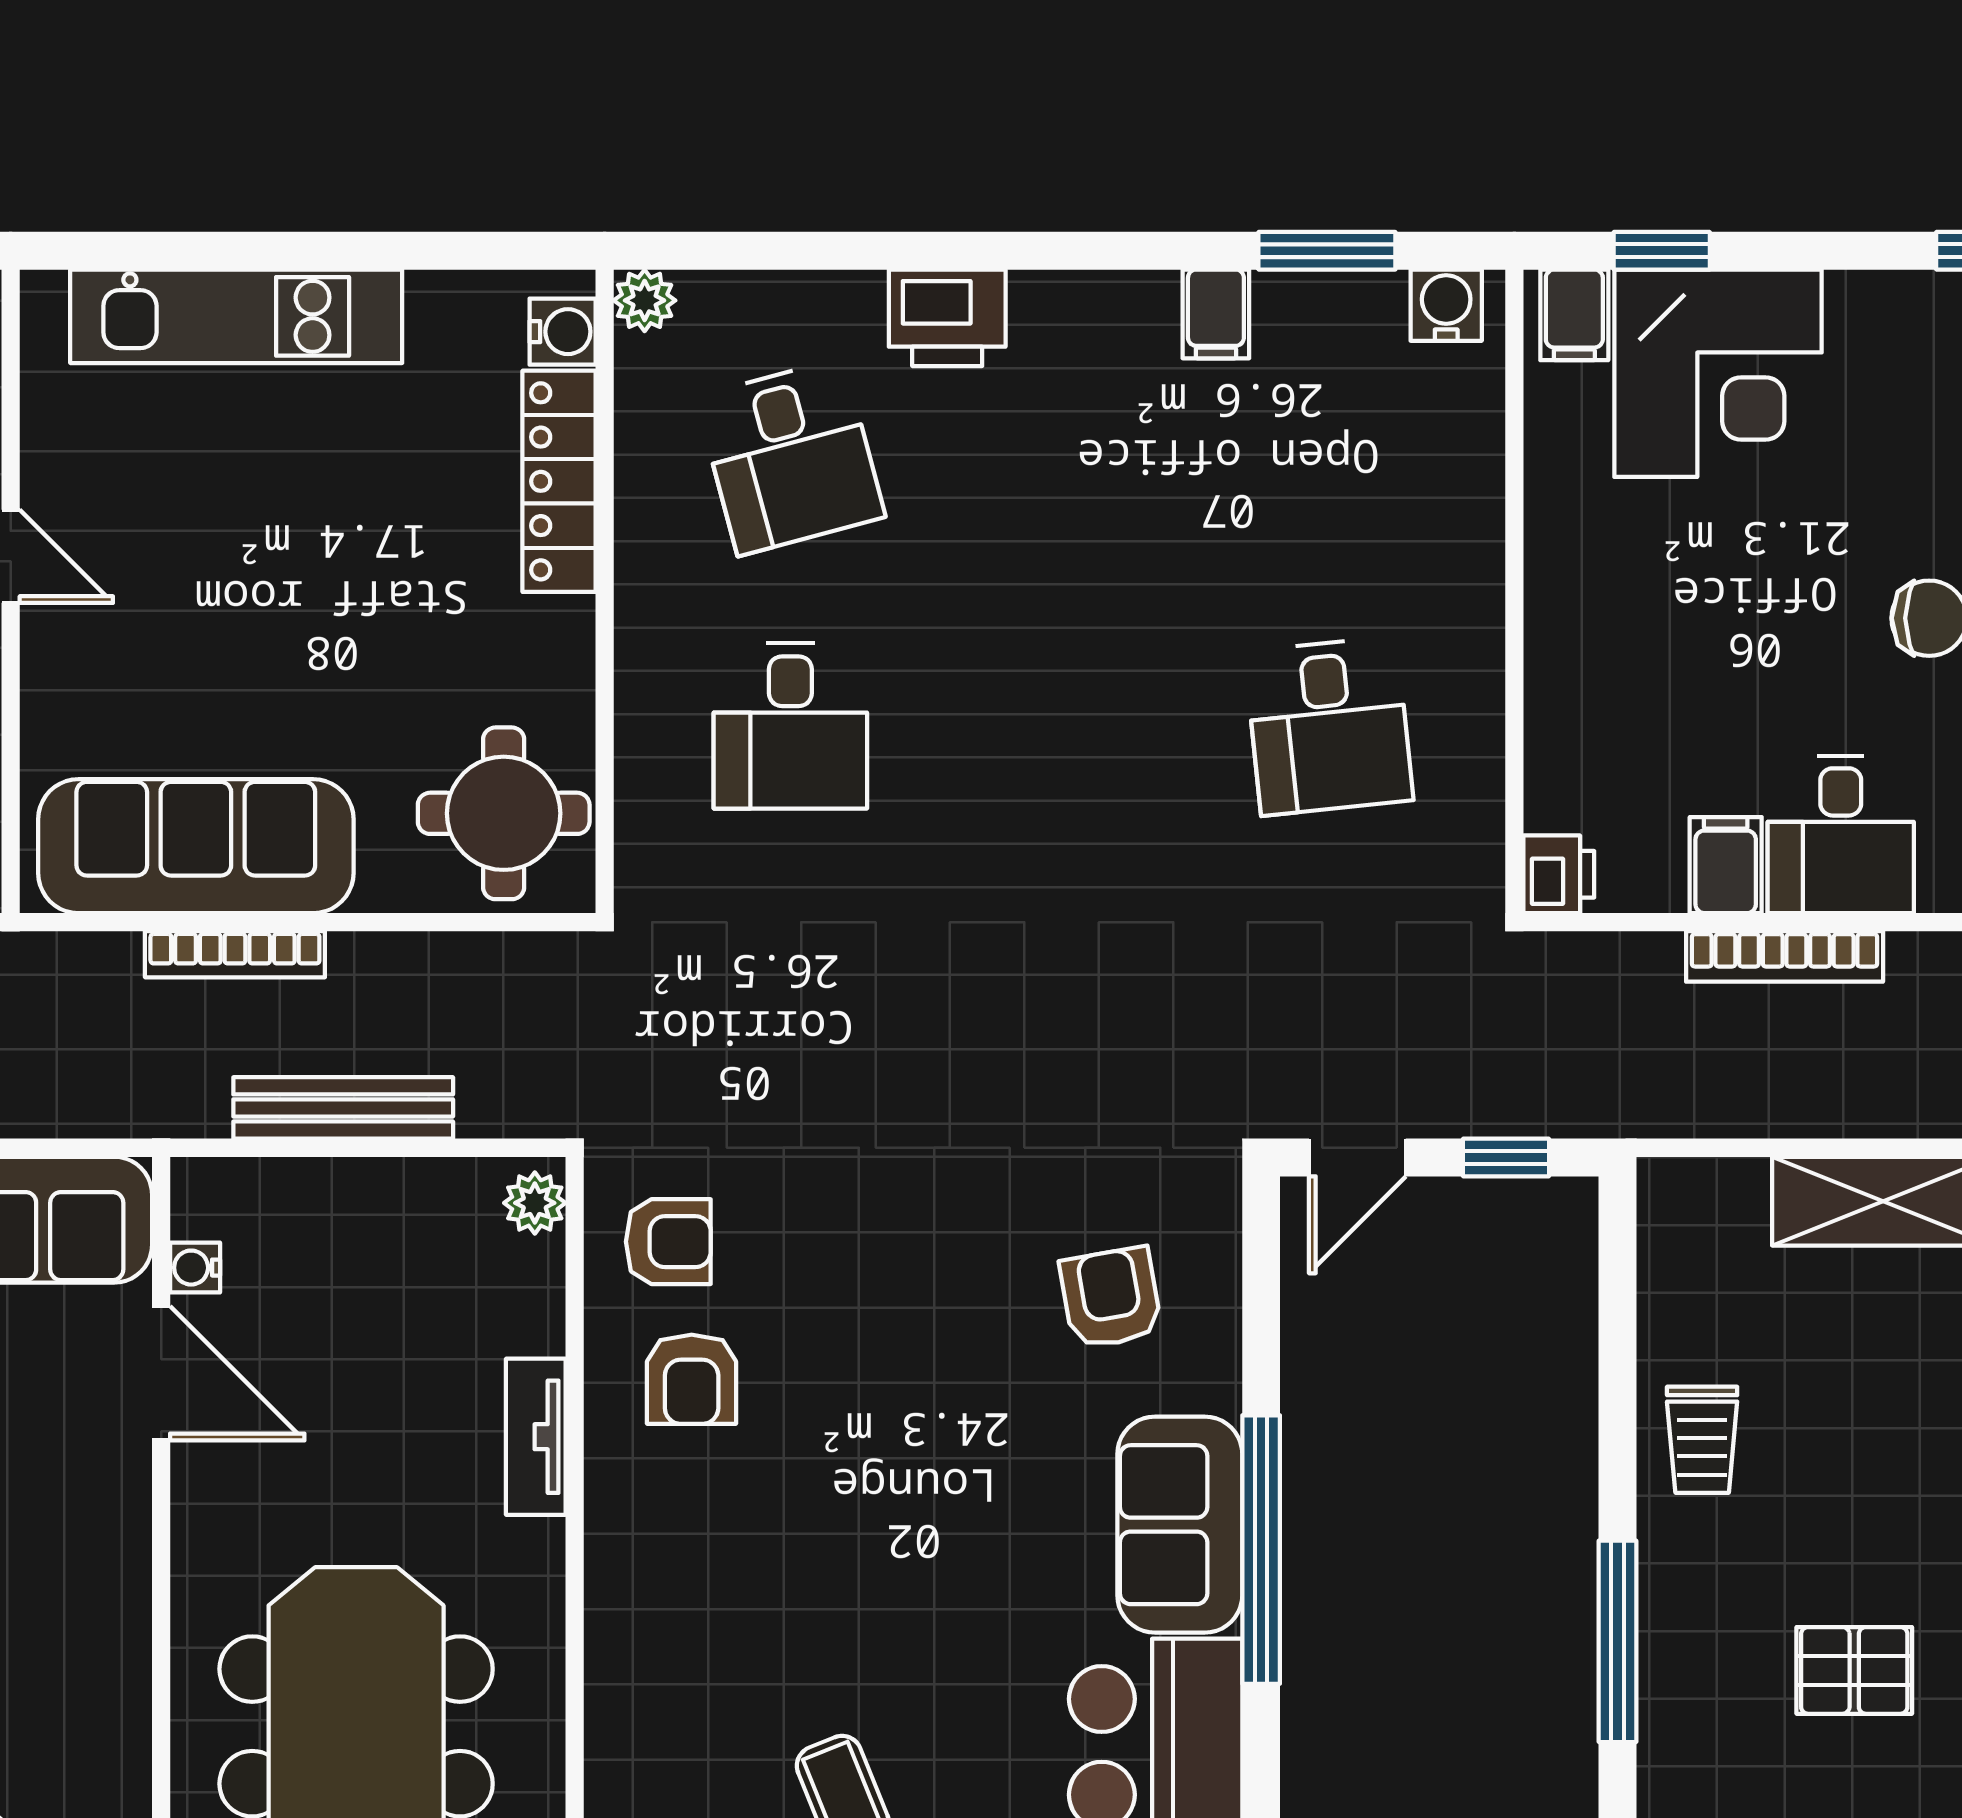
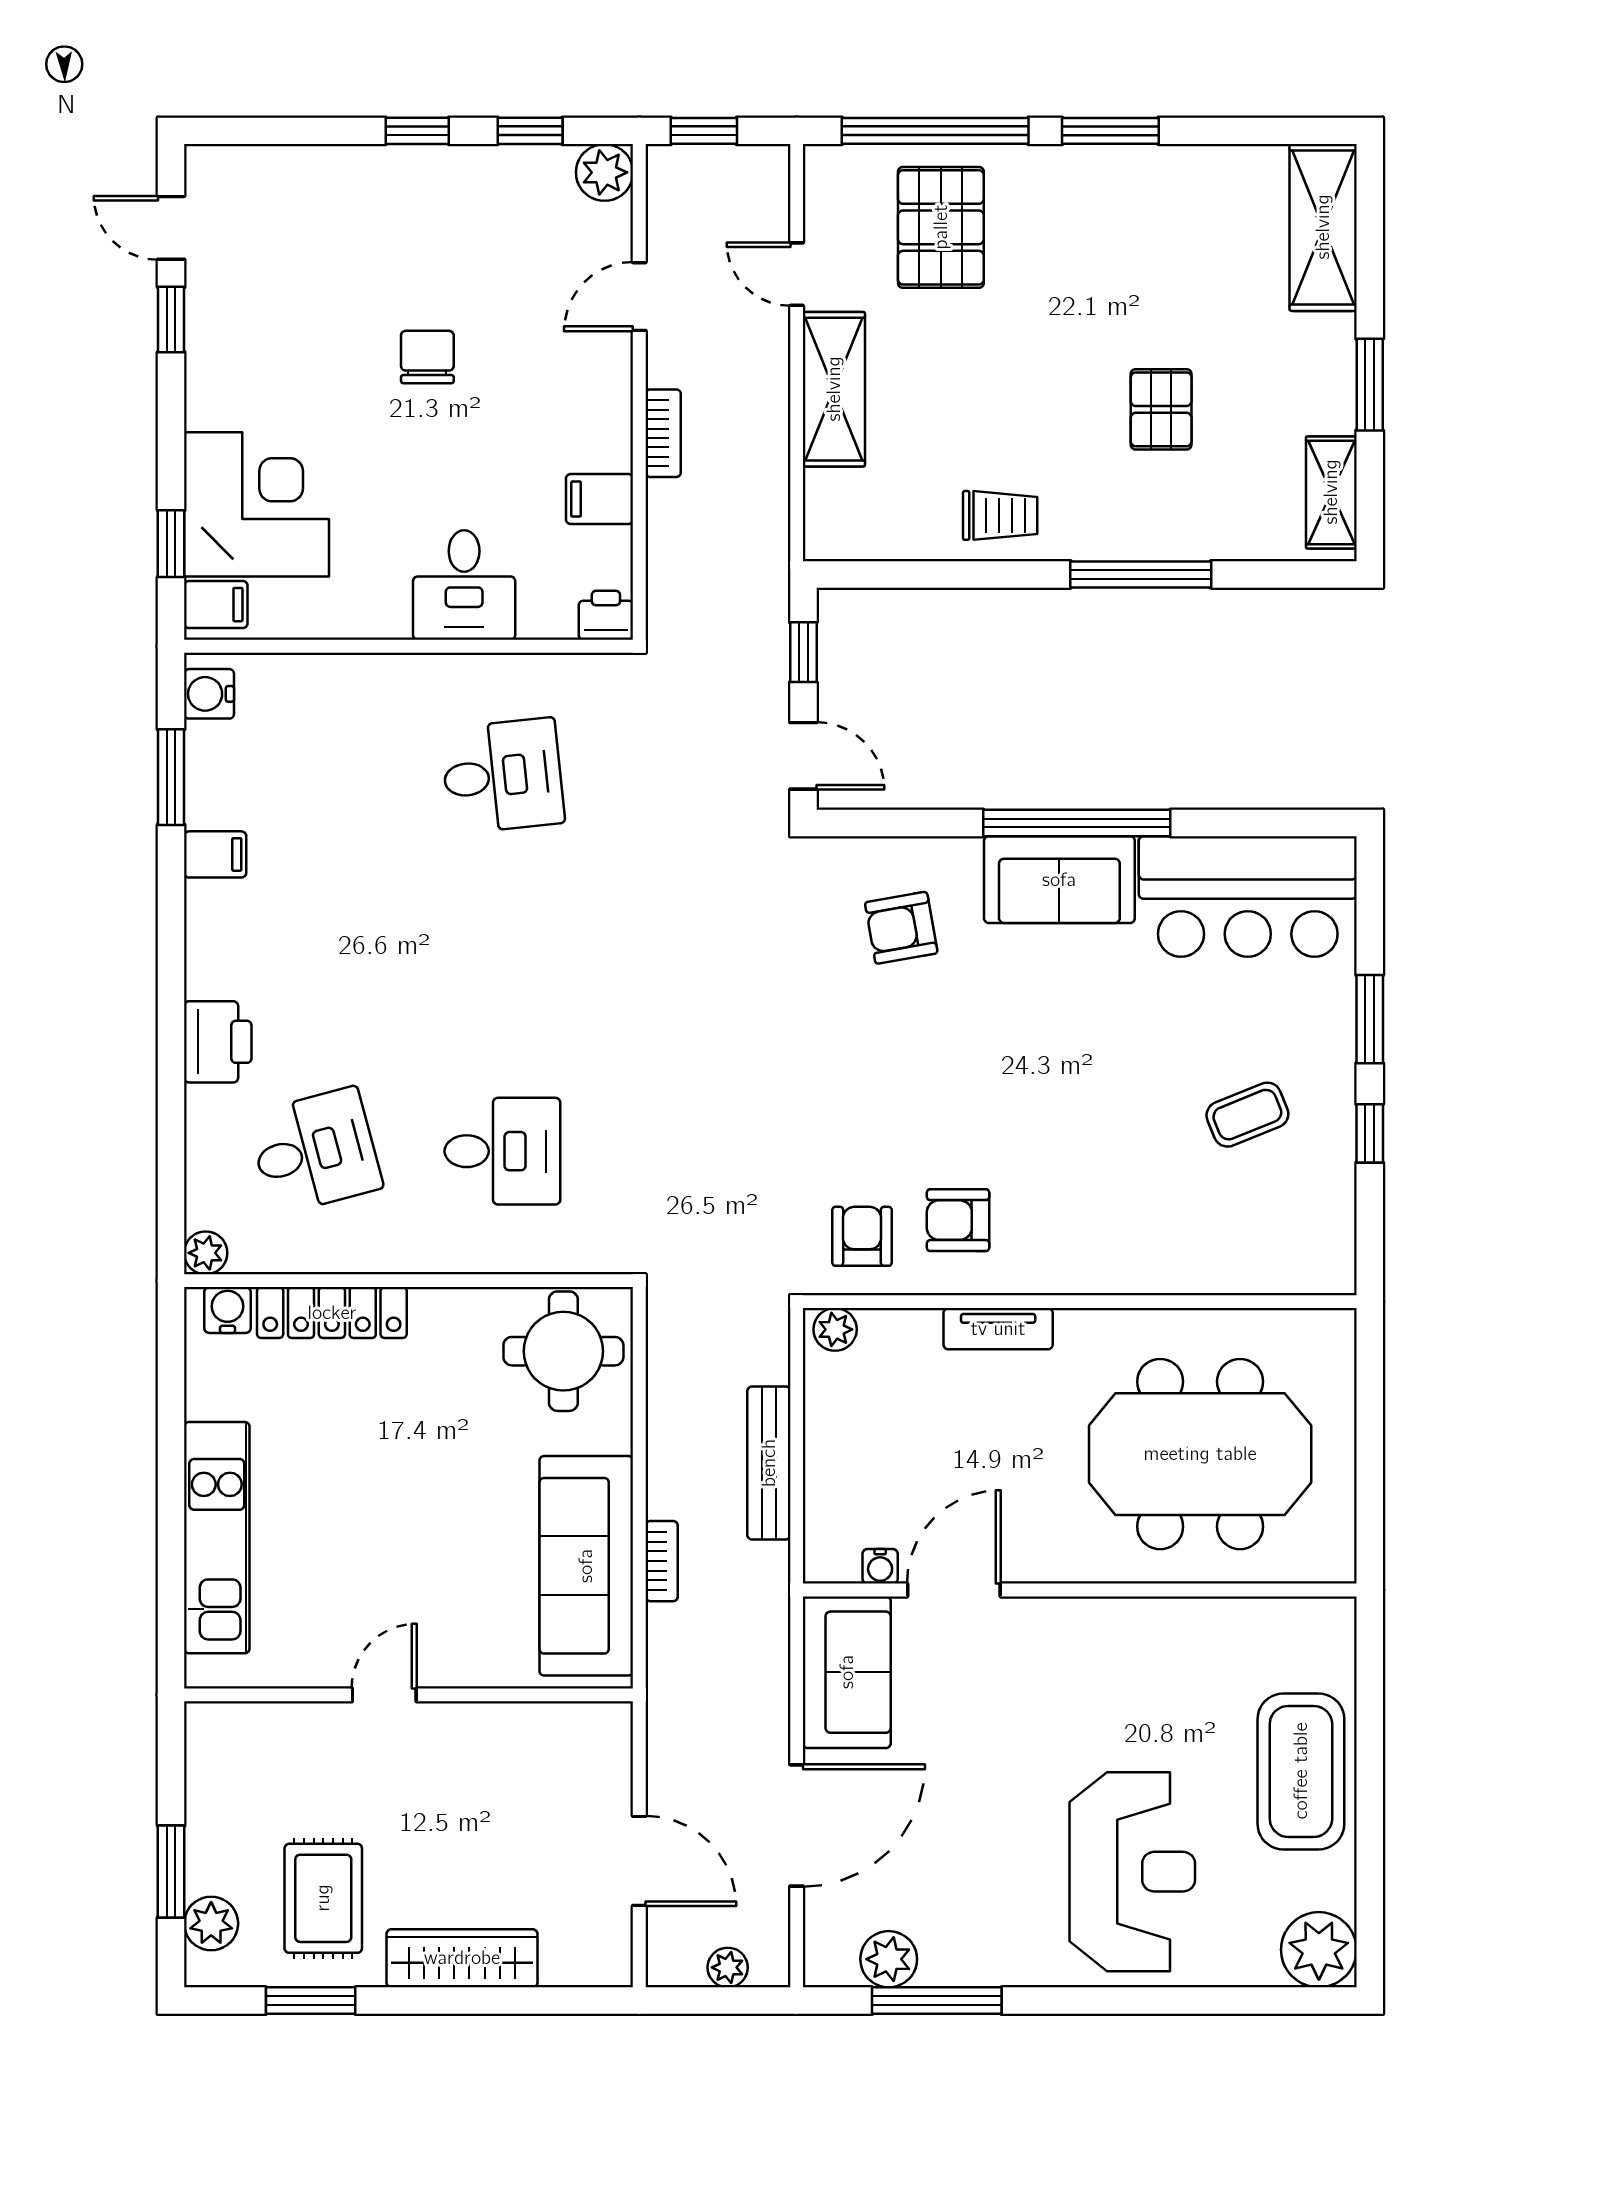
desk: (1841, 834) -> (464, 585), moved, turned 90
bookcase: (235, 954) -> (662, 1561), width x0.64
bookcase: (1785, 956) -> (663, 433), width x0.64
armchair: (692, 1379) -> (958, 1220), turned 180

